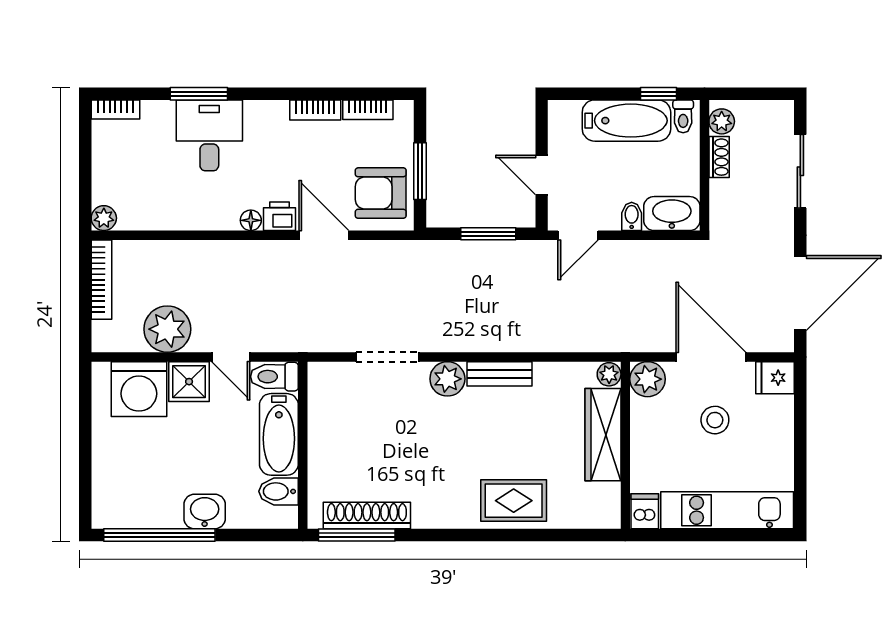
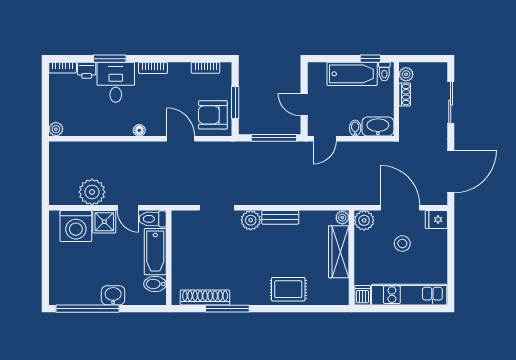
bookcase: (315, 110) -> (153, 68), moved
printer: (279, 216) -> (87, 70), moved, turned 180
window: (488, 234) -> (274, 138), width x1.44
bookcase: (101, 280) -> (55, 164), removed
window: (357, 535) -> (227, 309), moved

